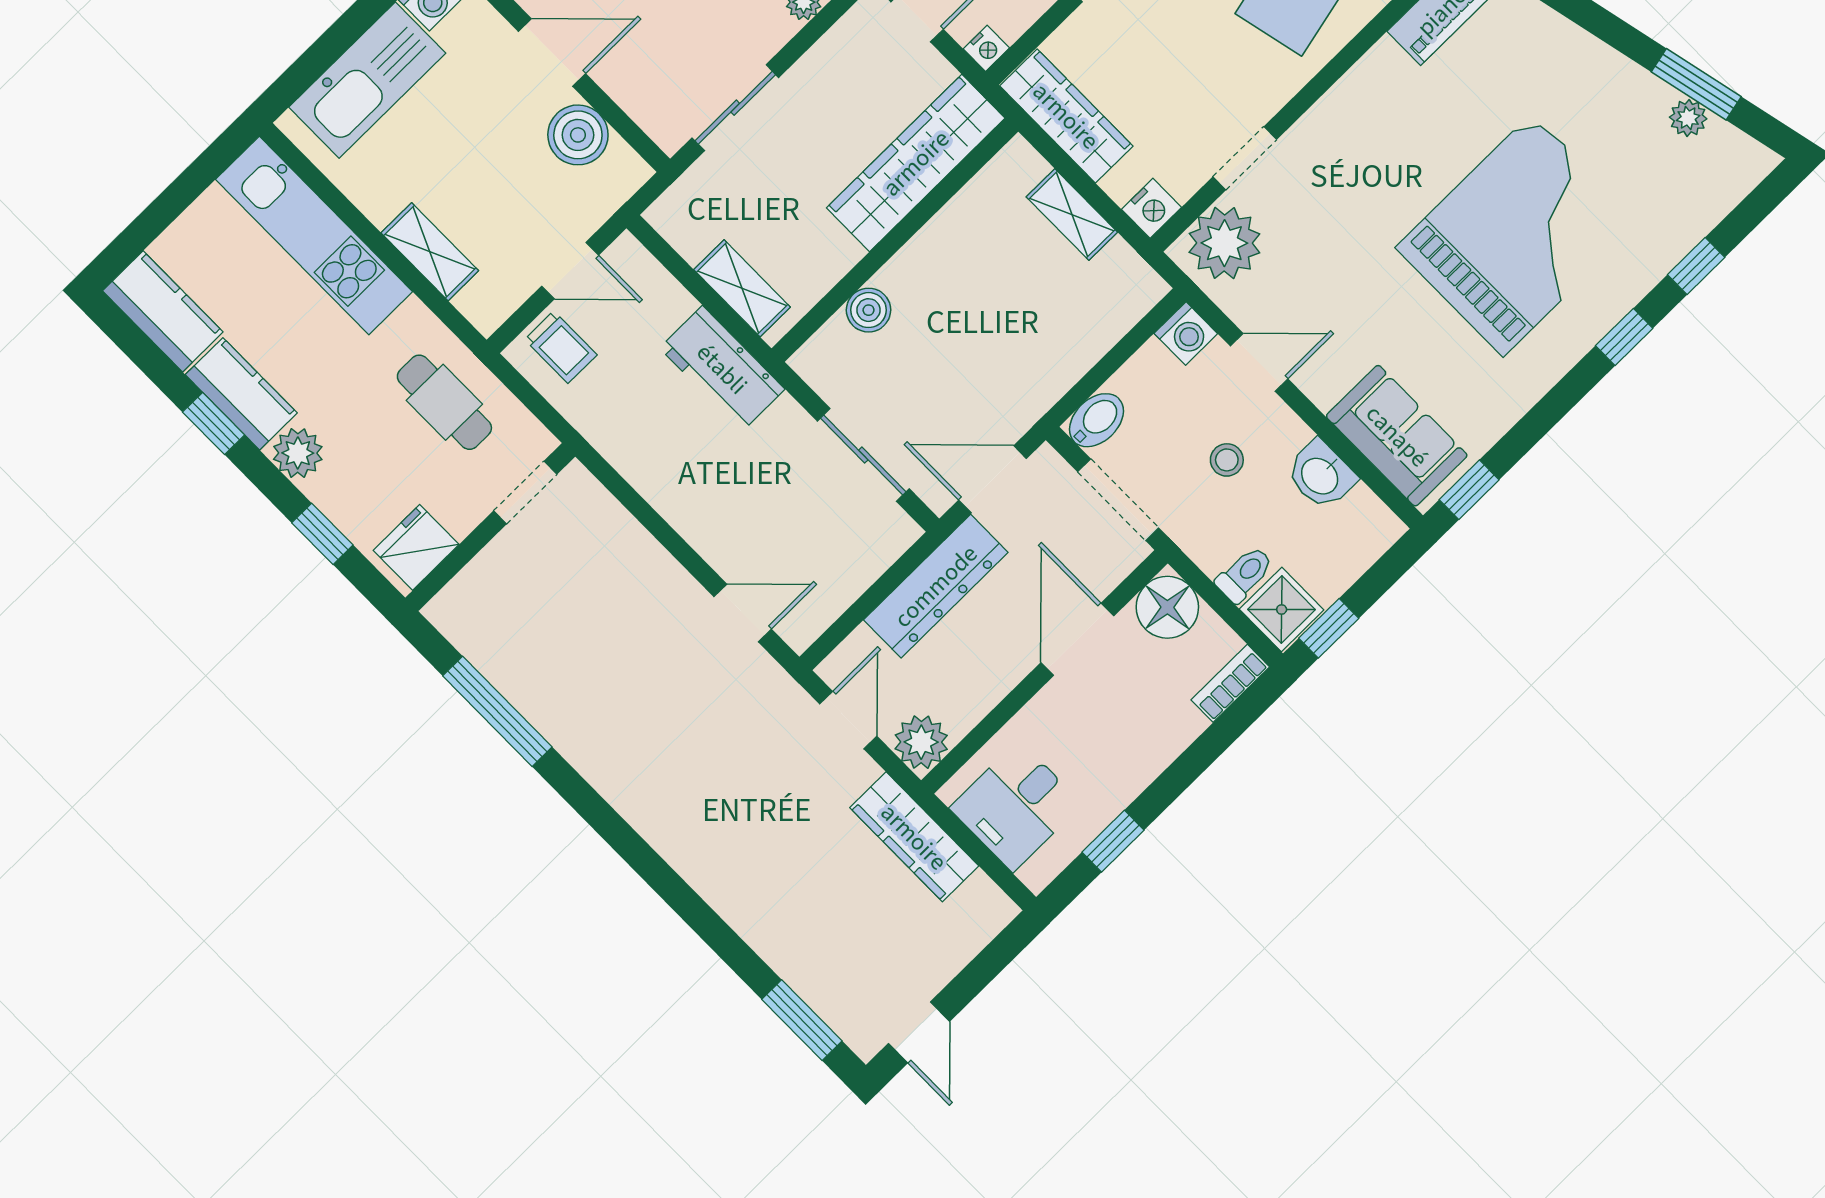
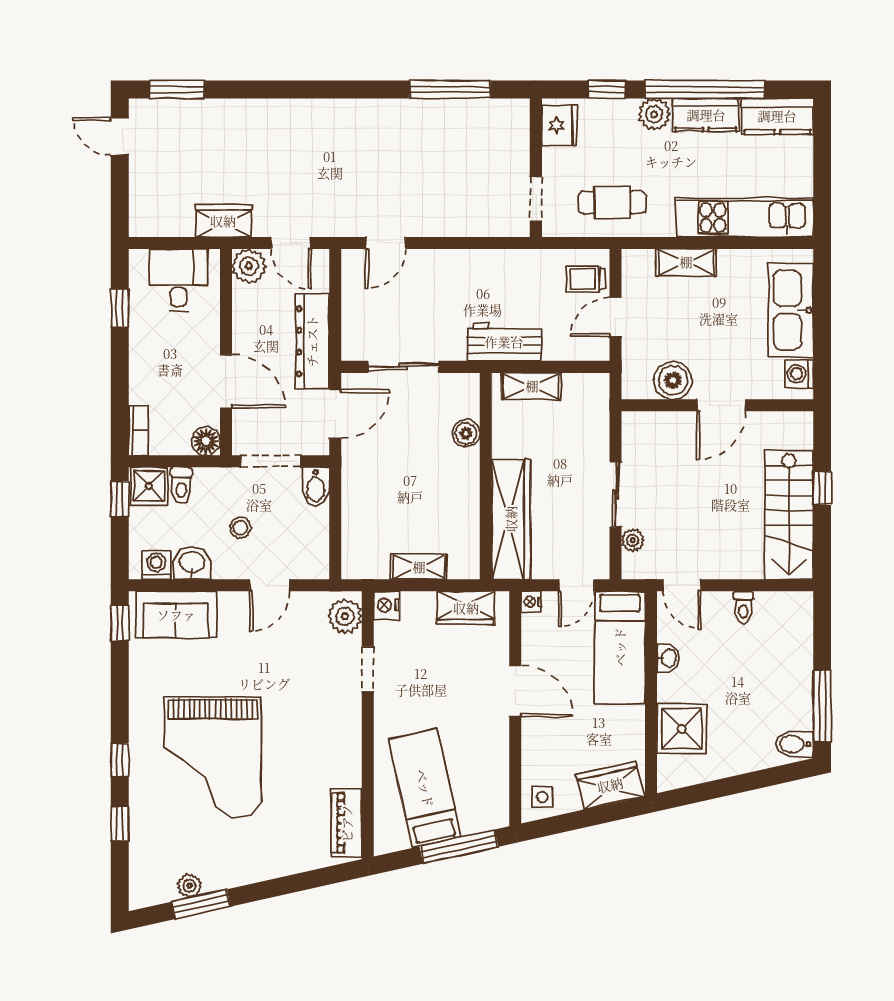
sliding door: (735, 108) -> (616, 494), moved
wardrobe: (1066, 116) -> (466, 608), width x0.67
plant: (1224, 243) -> (345, 616), width x0.73, depth x0.73
washing machine: (1186, 334) -> (156, 565), moved, turned 90
window: (214, 423) -> (705, 89), width x3.17
floor lamp: (1167, 607) -> (206, 441), width x0.73, depth x0.73
wardrobe: (914, 837) -> (223, 221), width x0.67

